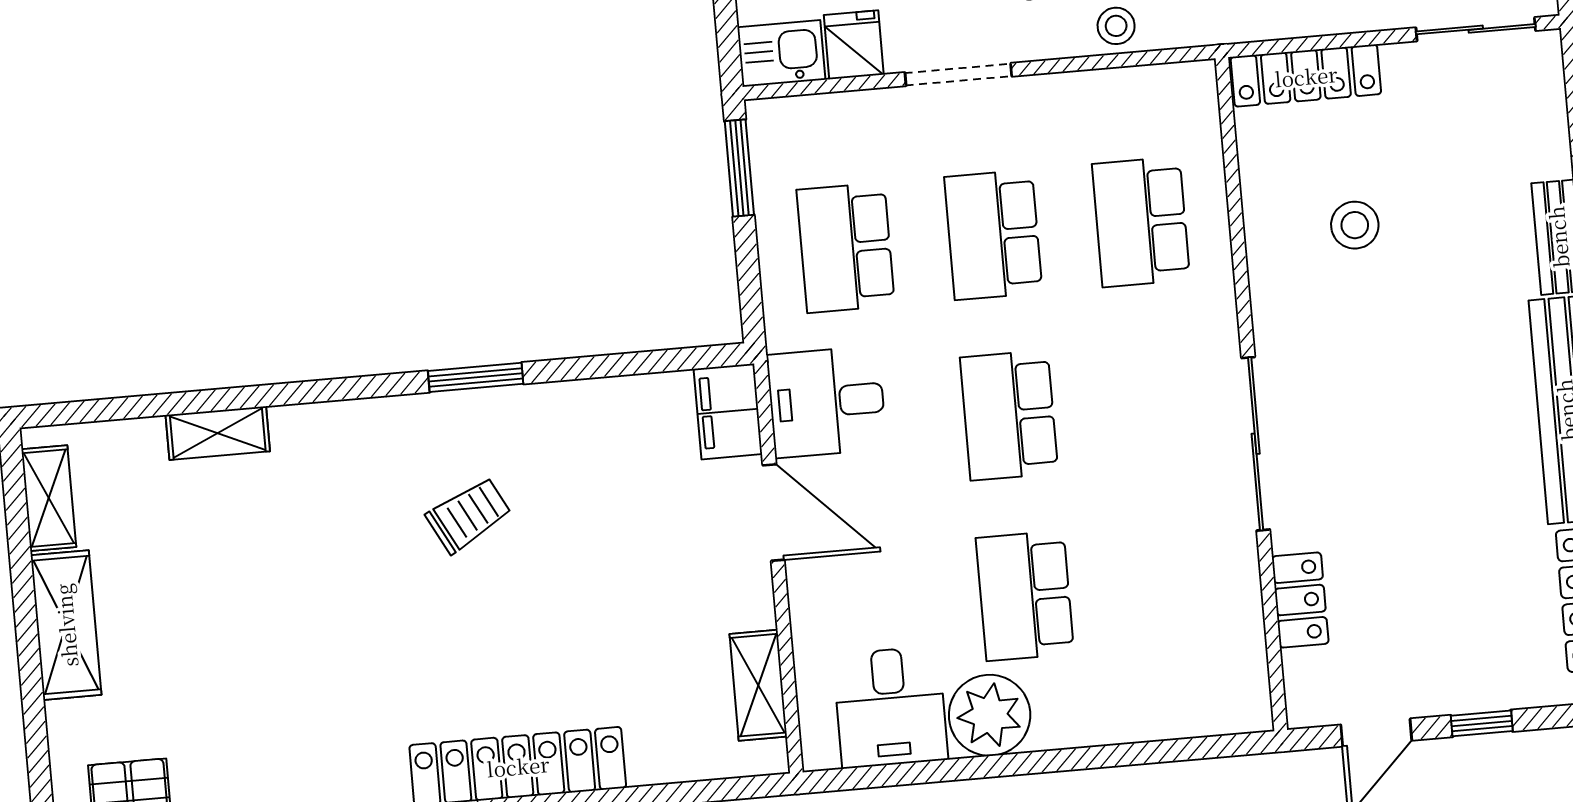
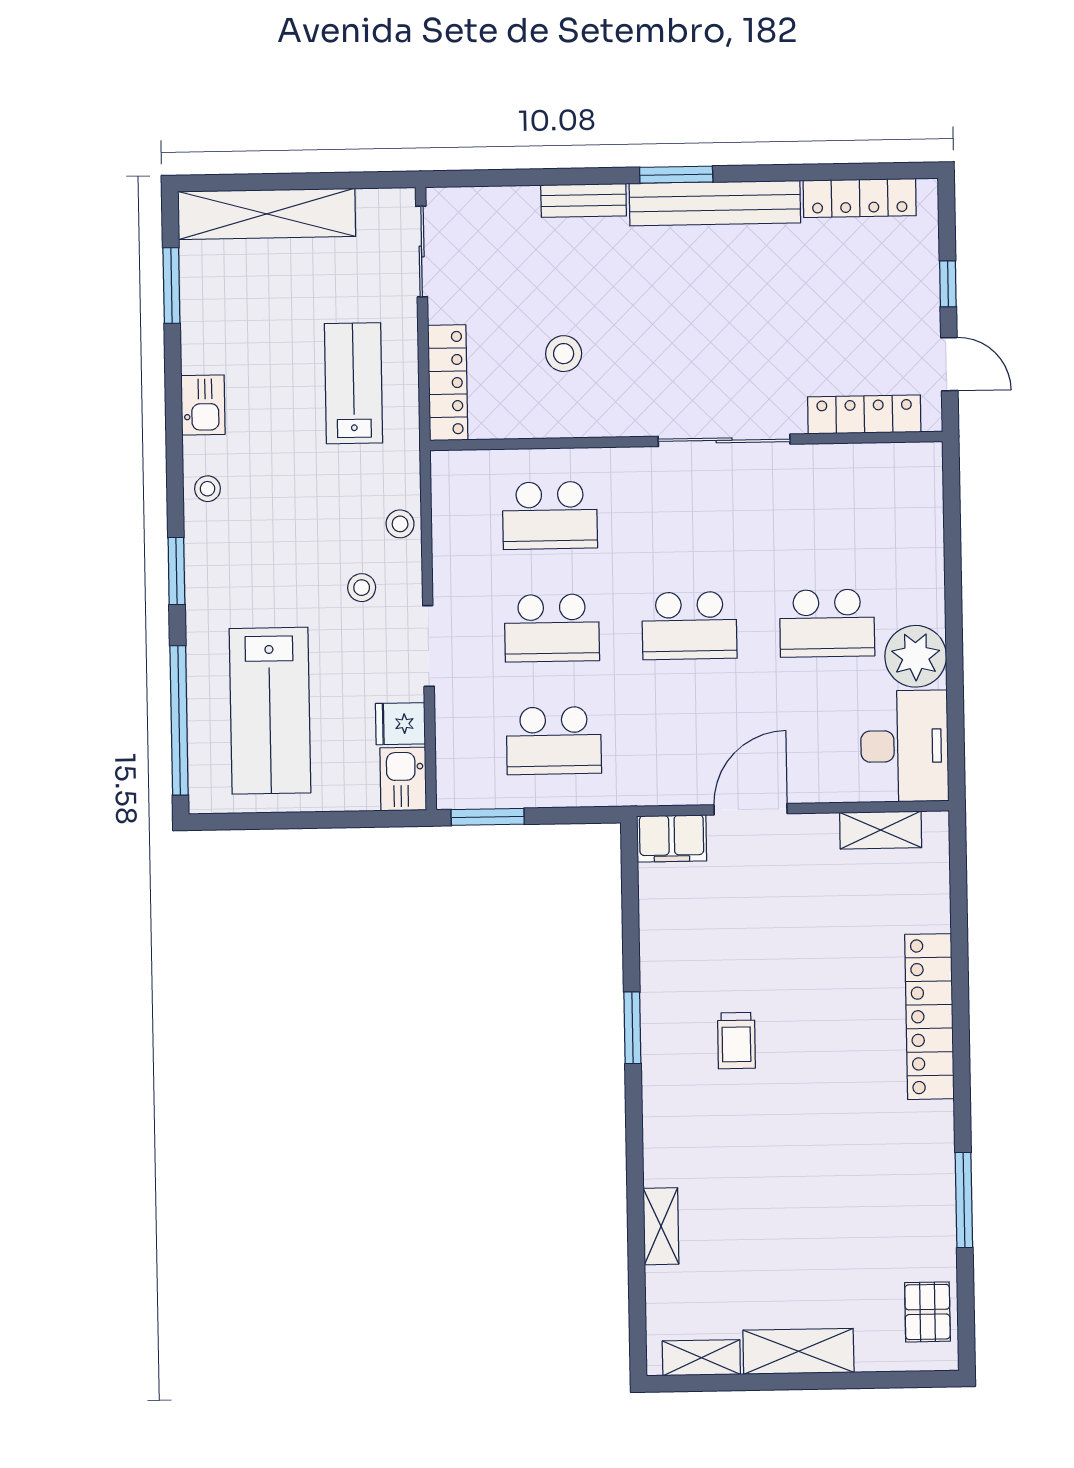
desk: (827, 402) -> (670, 763), removed
trolley: (469, 515) -> (736, 1040), turned -152
locker: (1300, 600) -> (864, 414), width x1.53
desk: (890, 707) -> (905, 746), width x1.37

